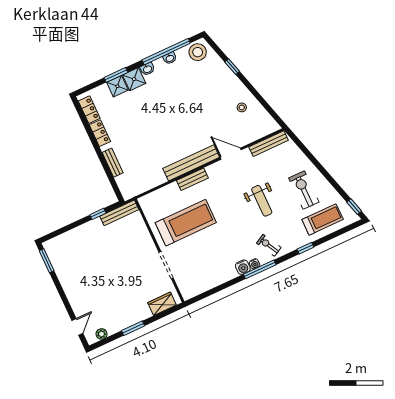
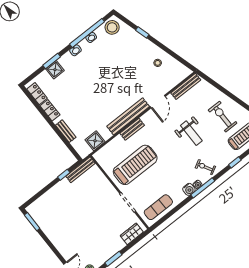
shower: (134, 79) -> (95, 141), moved
door: (231, 154) -> (158, 102), swing flipped
exercise mat: (201, 280) -> (158, 207), added

